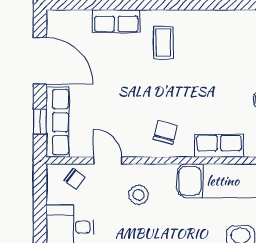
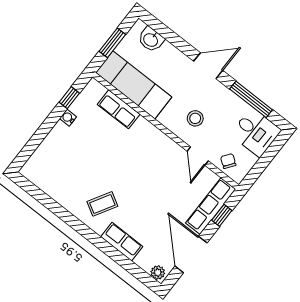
plant: (58, 18) -> (158, 272), added
coffee table: (163, 43) -> (102, 204), turned 30
chair: (165, 132) -> (146, 145), removed

